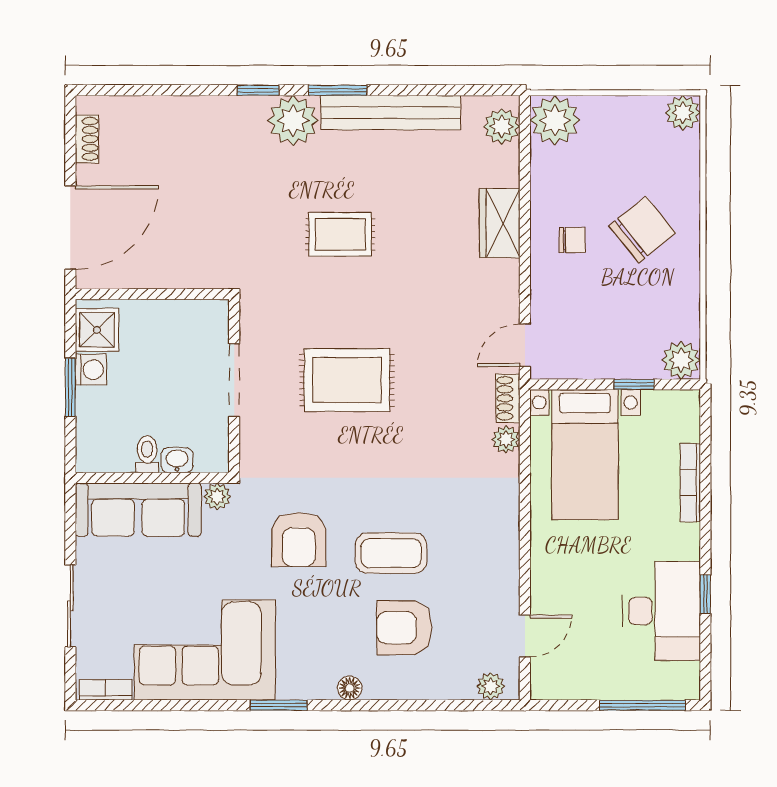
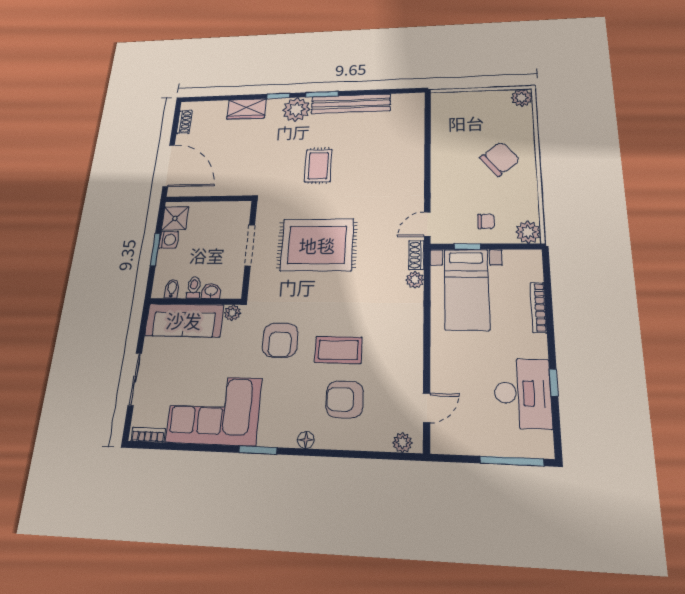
plant: (555, 120) -> (445, 104), removed
plant: (502, 126) -> (414, 108), removed
wardrobe: (500, 223) -> (247, 109), moved, turned -90
door: (70, 228) -> (169, 166), hinge flipped
rug: (340, 234) -> (318, 166), turned 90
chair: (572, 240) -> (486, 221), moved
rug: (347, 380) -> (317, 245), width x1.37, depth x1.44
window: (634, 384) -> (467, 247), moved
bidet: (110, 457) -> (172, 289), added

